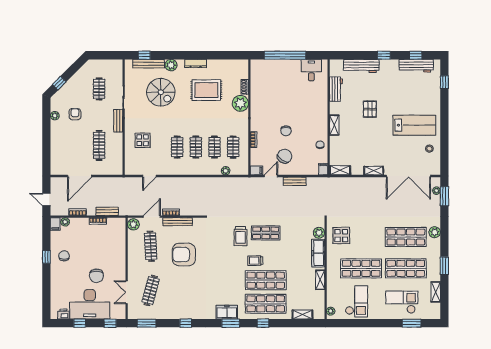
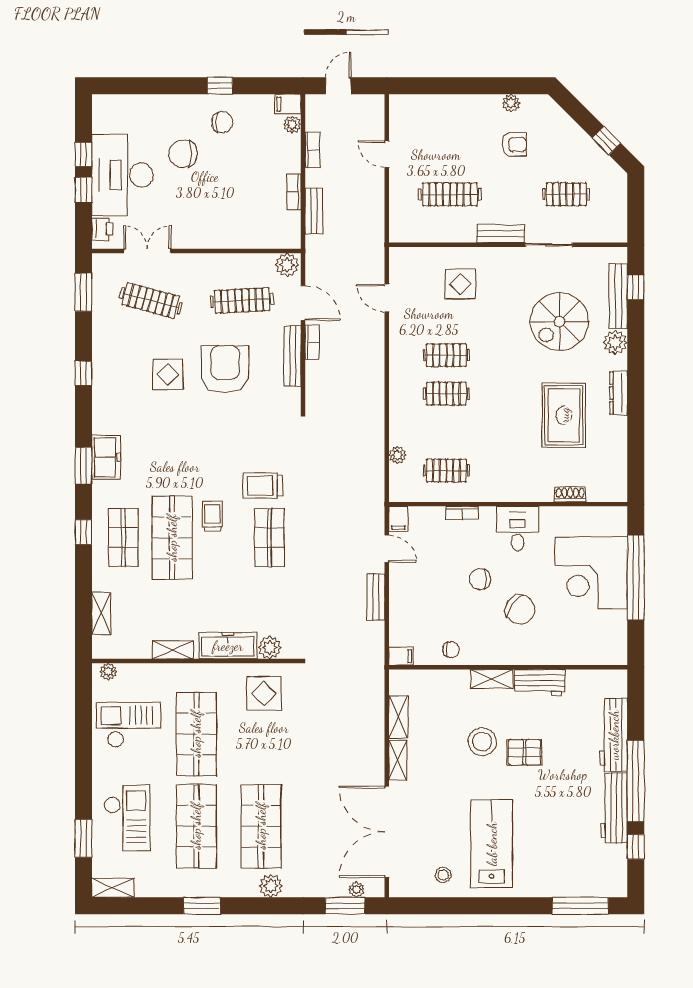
window: (384, 55) -> (636, 781), width x3.17
workbench: (416, 66) -> (614, 808), moved
desk: (311, 70) -> (518, 529), moved, turned -90
corner desk: (283, 77) -> (591, 573), added
window: (444, 82) -> (580, 906), width x2.17
window: (59, 83) -> (606, 141), moved
workbench: (336, 89) -> (540, 682), moved
plant: (240, 103) -> (536, 486), removed
lab bench: (414, 125) -> (492, 844), turned 180
stool: (365, 130) -> (482, 742), added
clothes rail: (214, 147) -> (446, 432), removed
chair: (285, 156) -> (520, 610), moved
shelving: (340, 170) -> (398, 717), moved
door: (80, 176) -> (387, 154), width x0.53
chair: (96, 276) -> (183, 154), moved
display table: (187, 282) -> (168, 374), added
shelving: (436, 292) -> (113, 888), moved
checkout: (357, 301) -> (128, 725), turned 180
shop shelf: (266, 304) -> (123, 538), width x0.70, depth x0.74
printer: (63, 314) -> (102, 229), moved
window: (110, 323) -> (83, 190), moved

